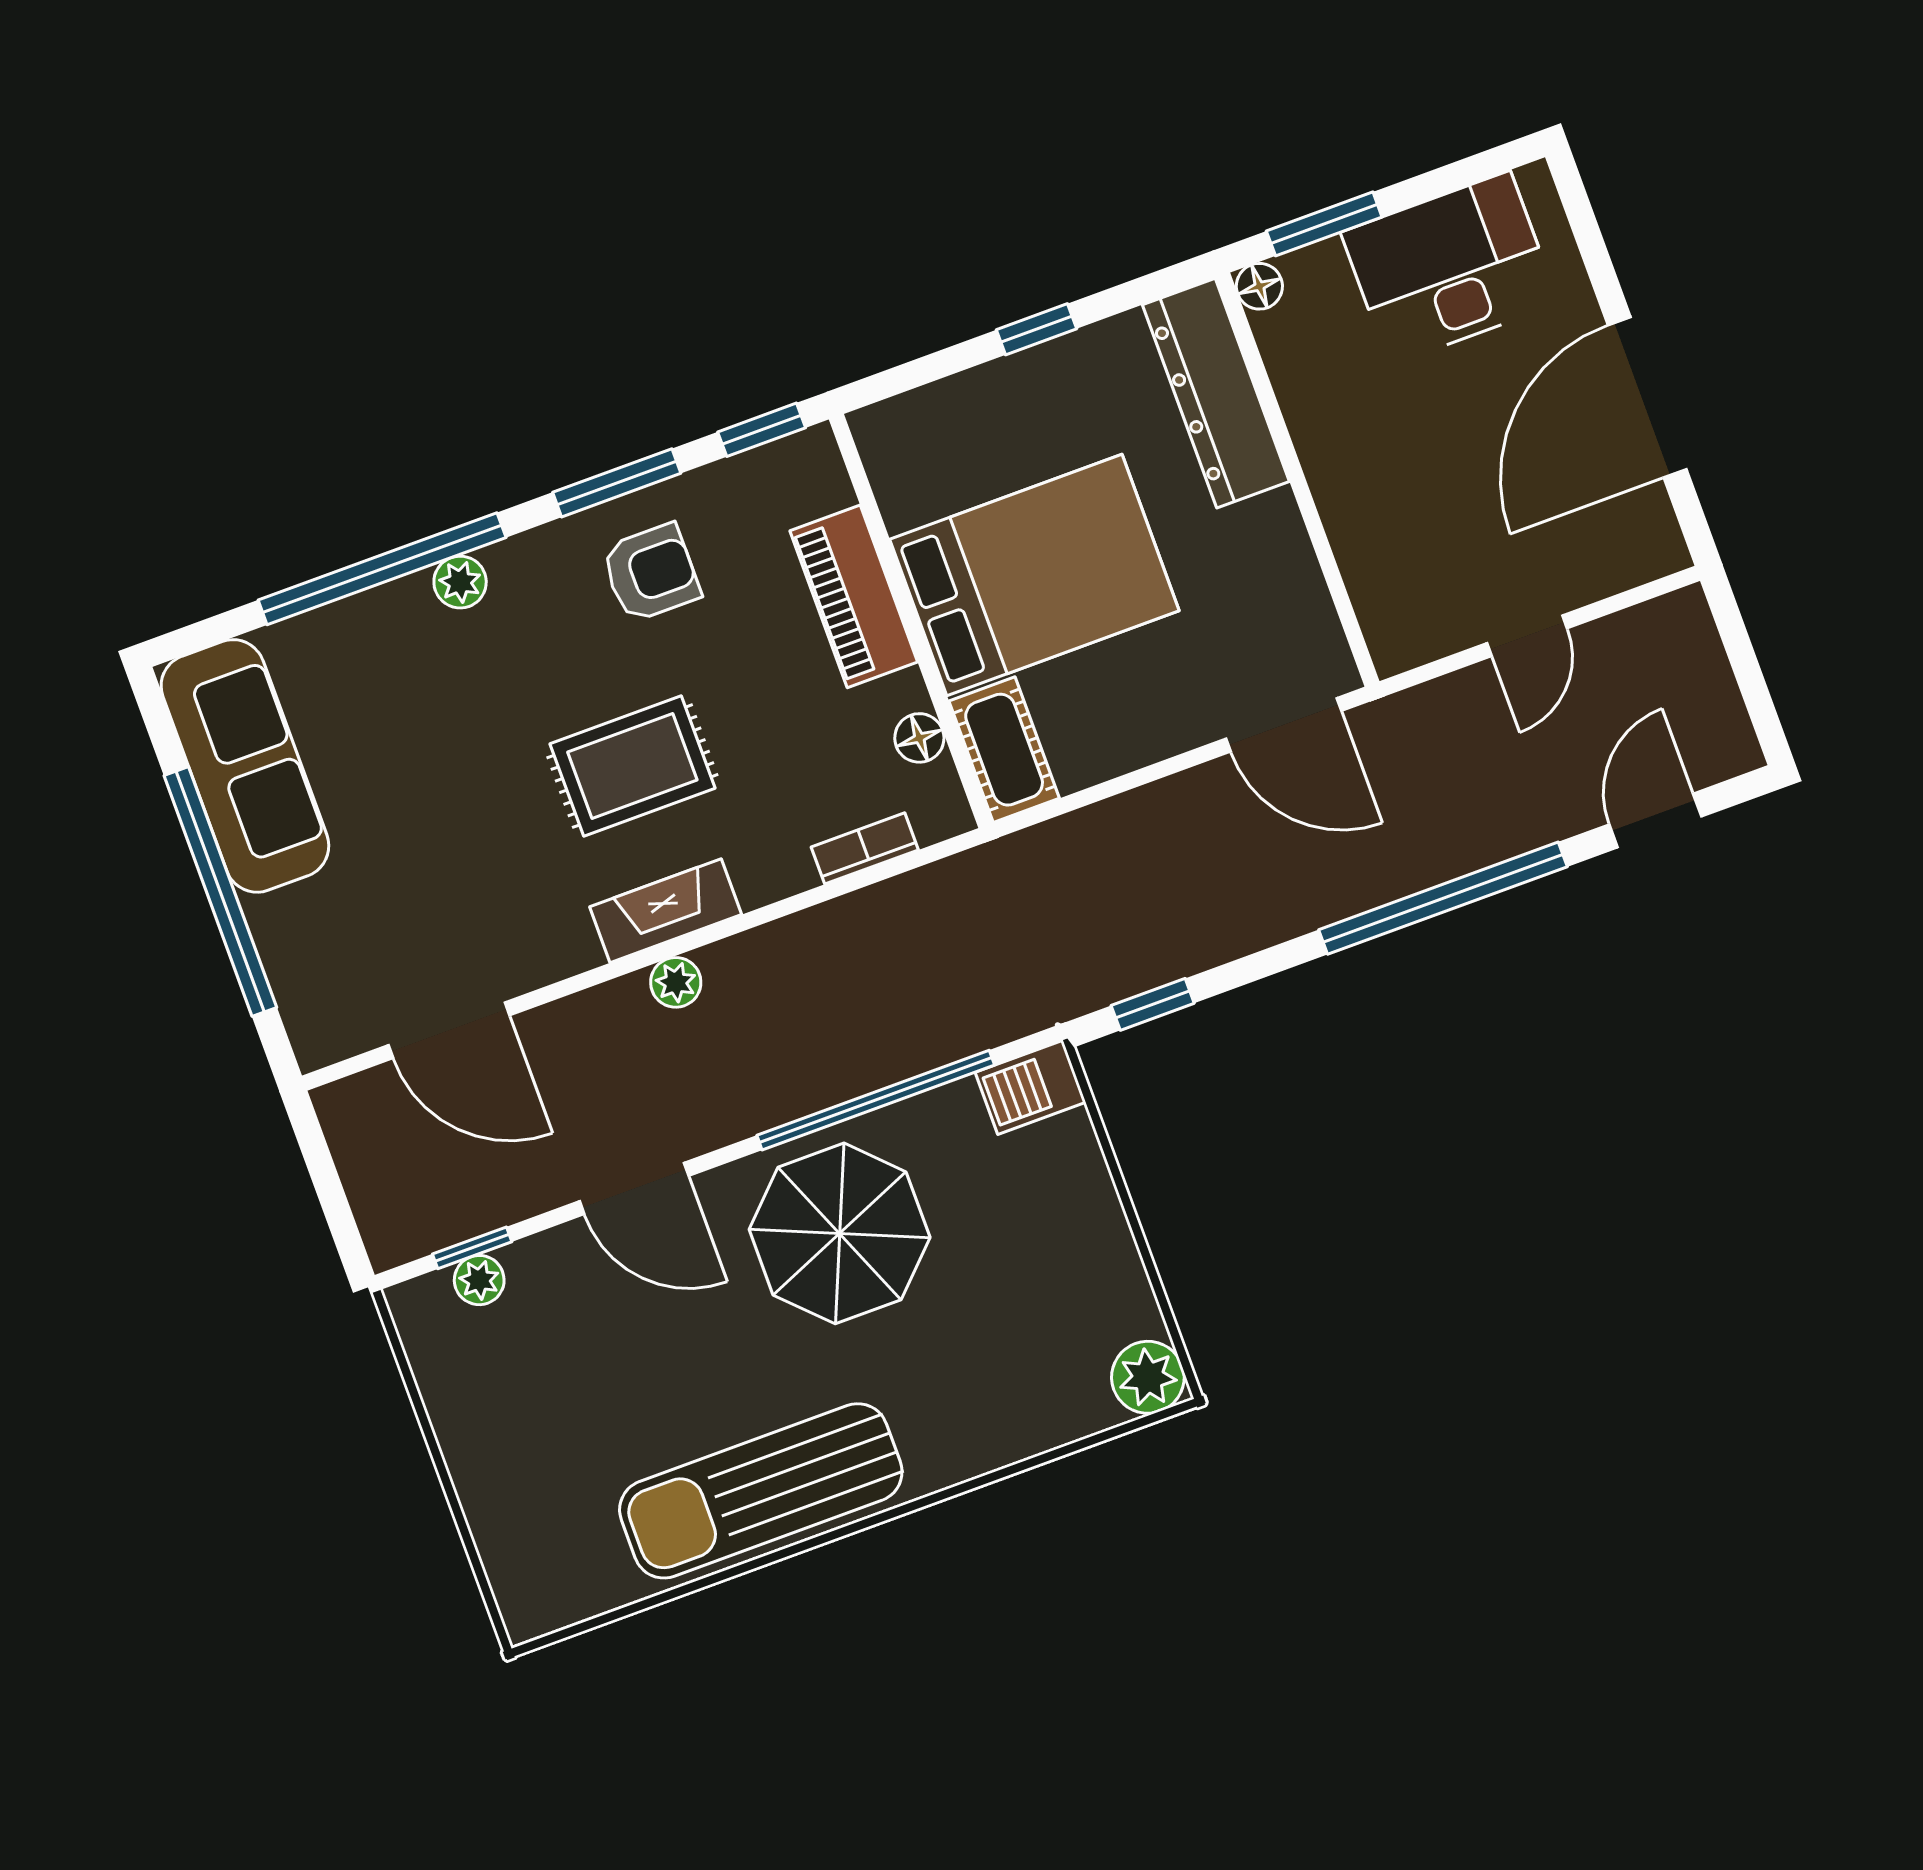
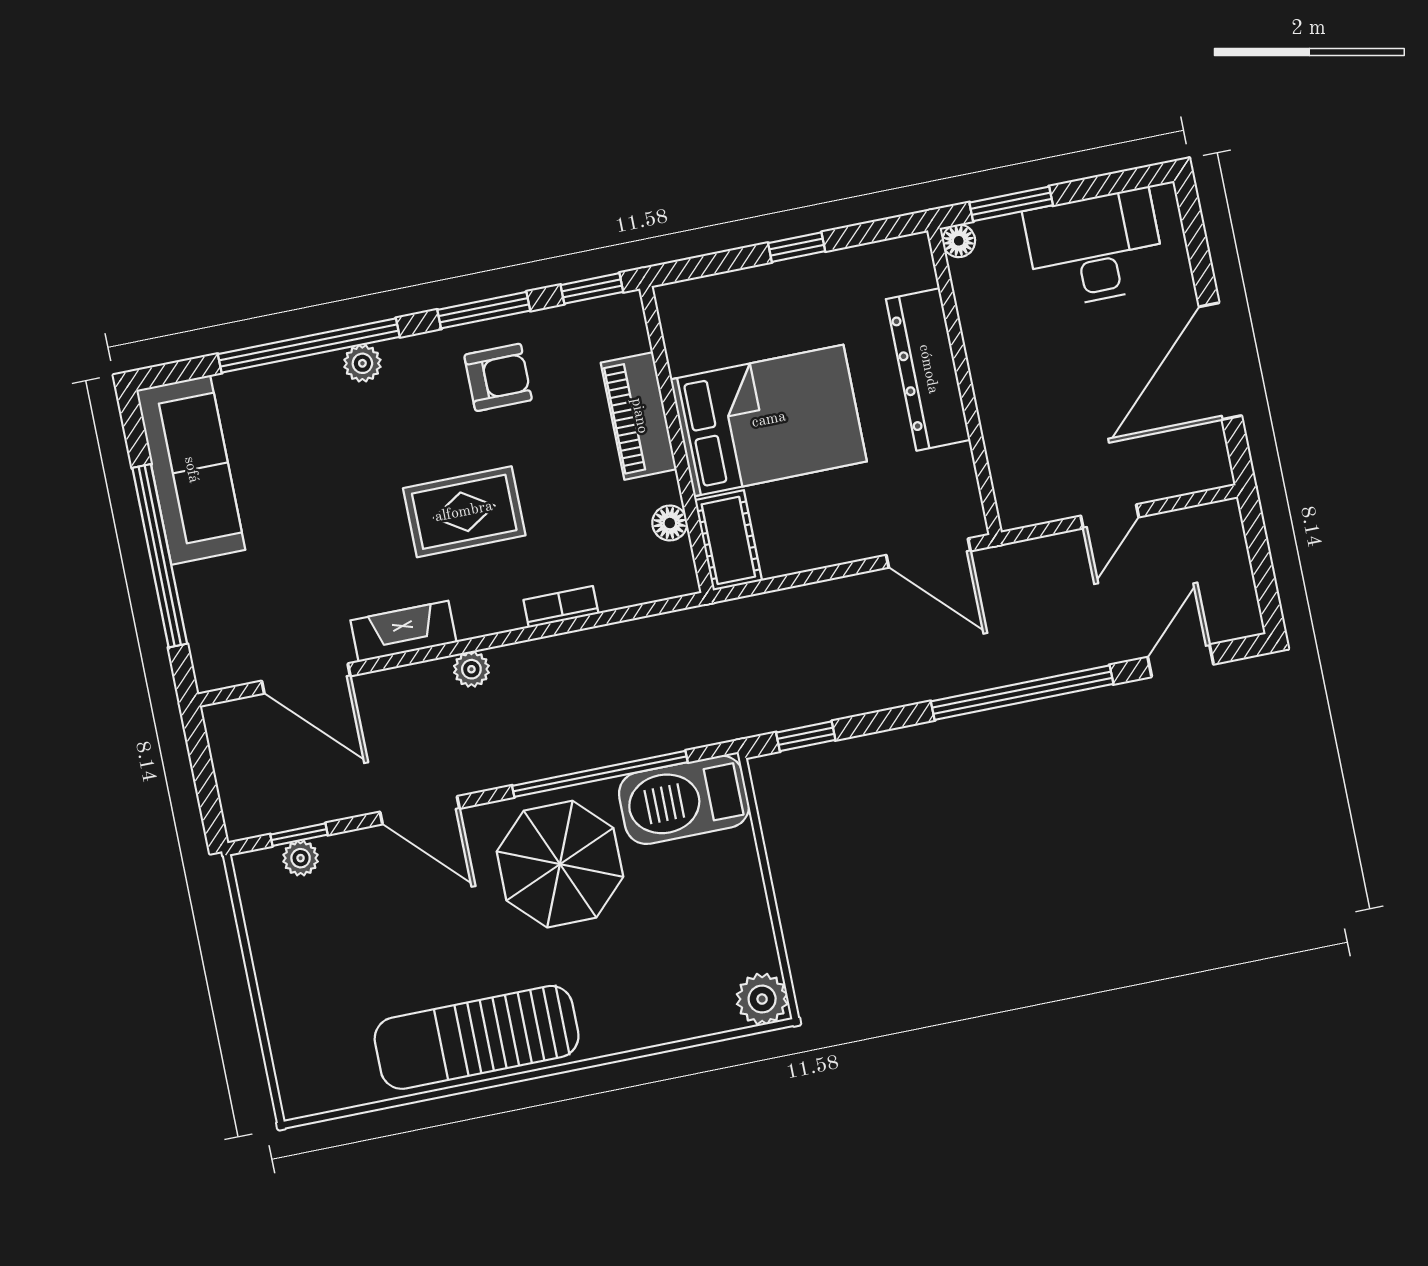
dresser: (1216, 393) -> (928, 369), moved
bookcase: (865, 848) -> (561, 607), moved
fireplace: (666, 911) -> (404, 631), moved
barbecue: (1030, 1087) -> (684, 800), width x1.88, depth x1.53

